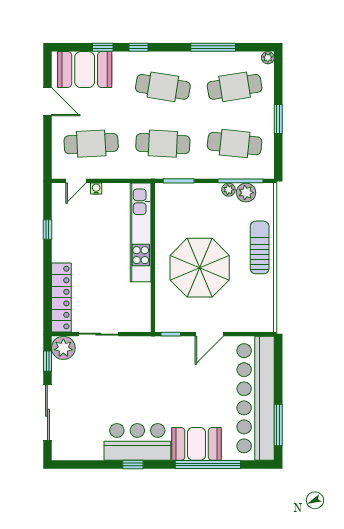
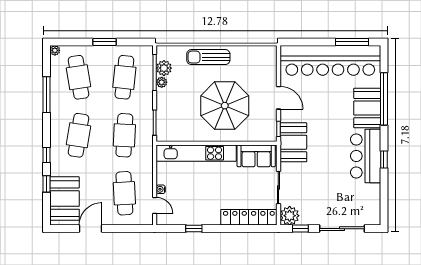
sofa: (137, 307) -> (256, 156), added
booth: (154, 352) -> (293, 142), added

